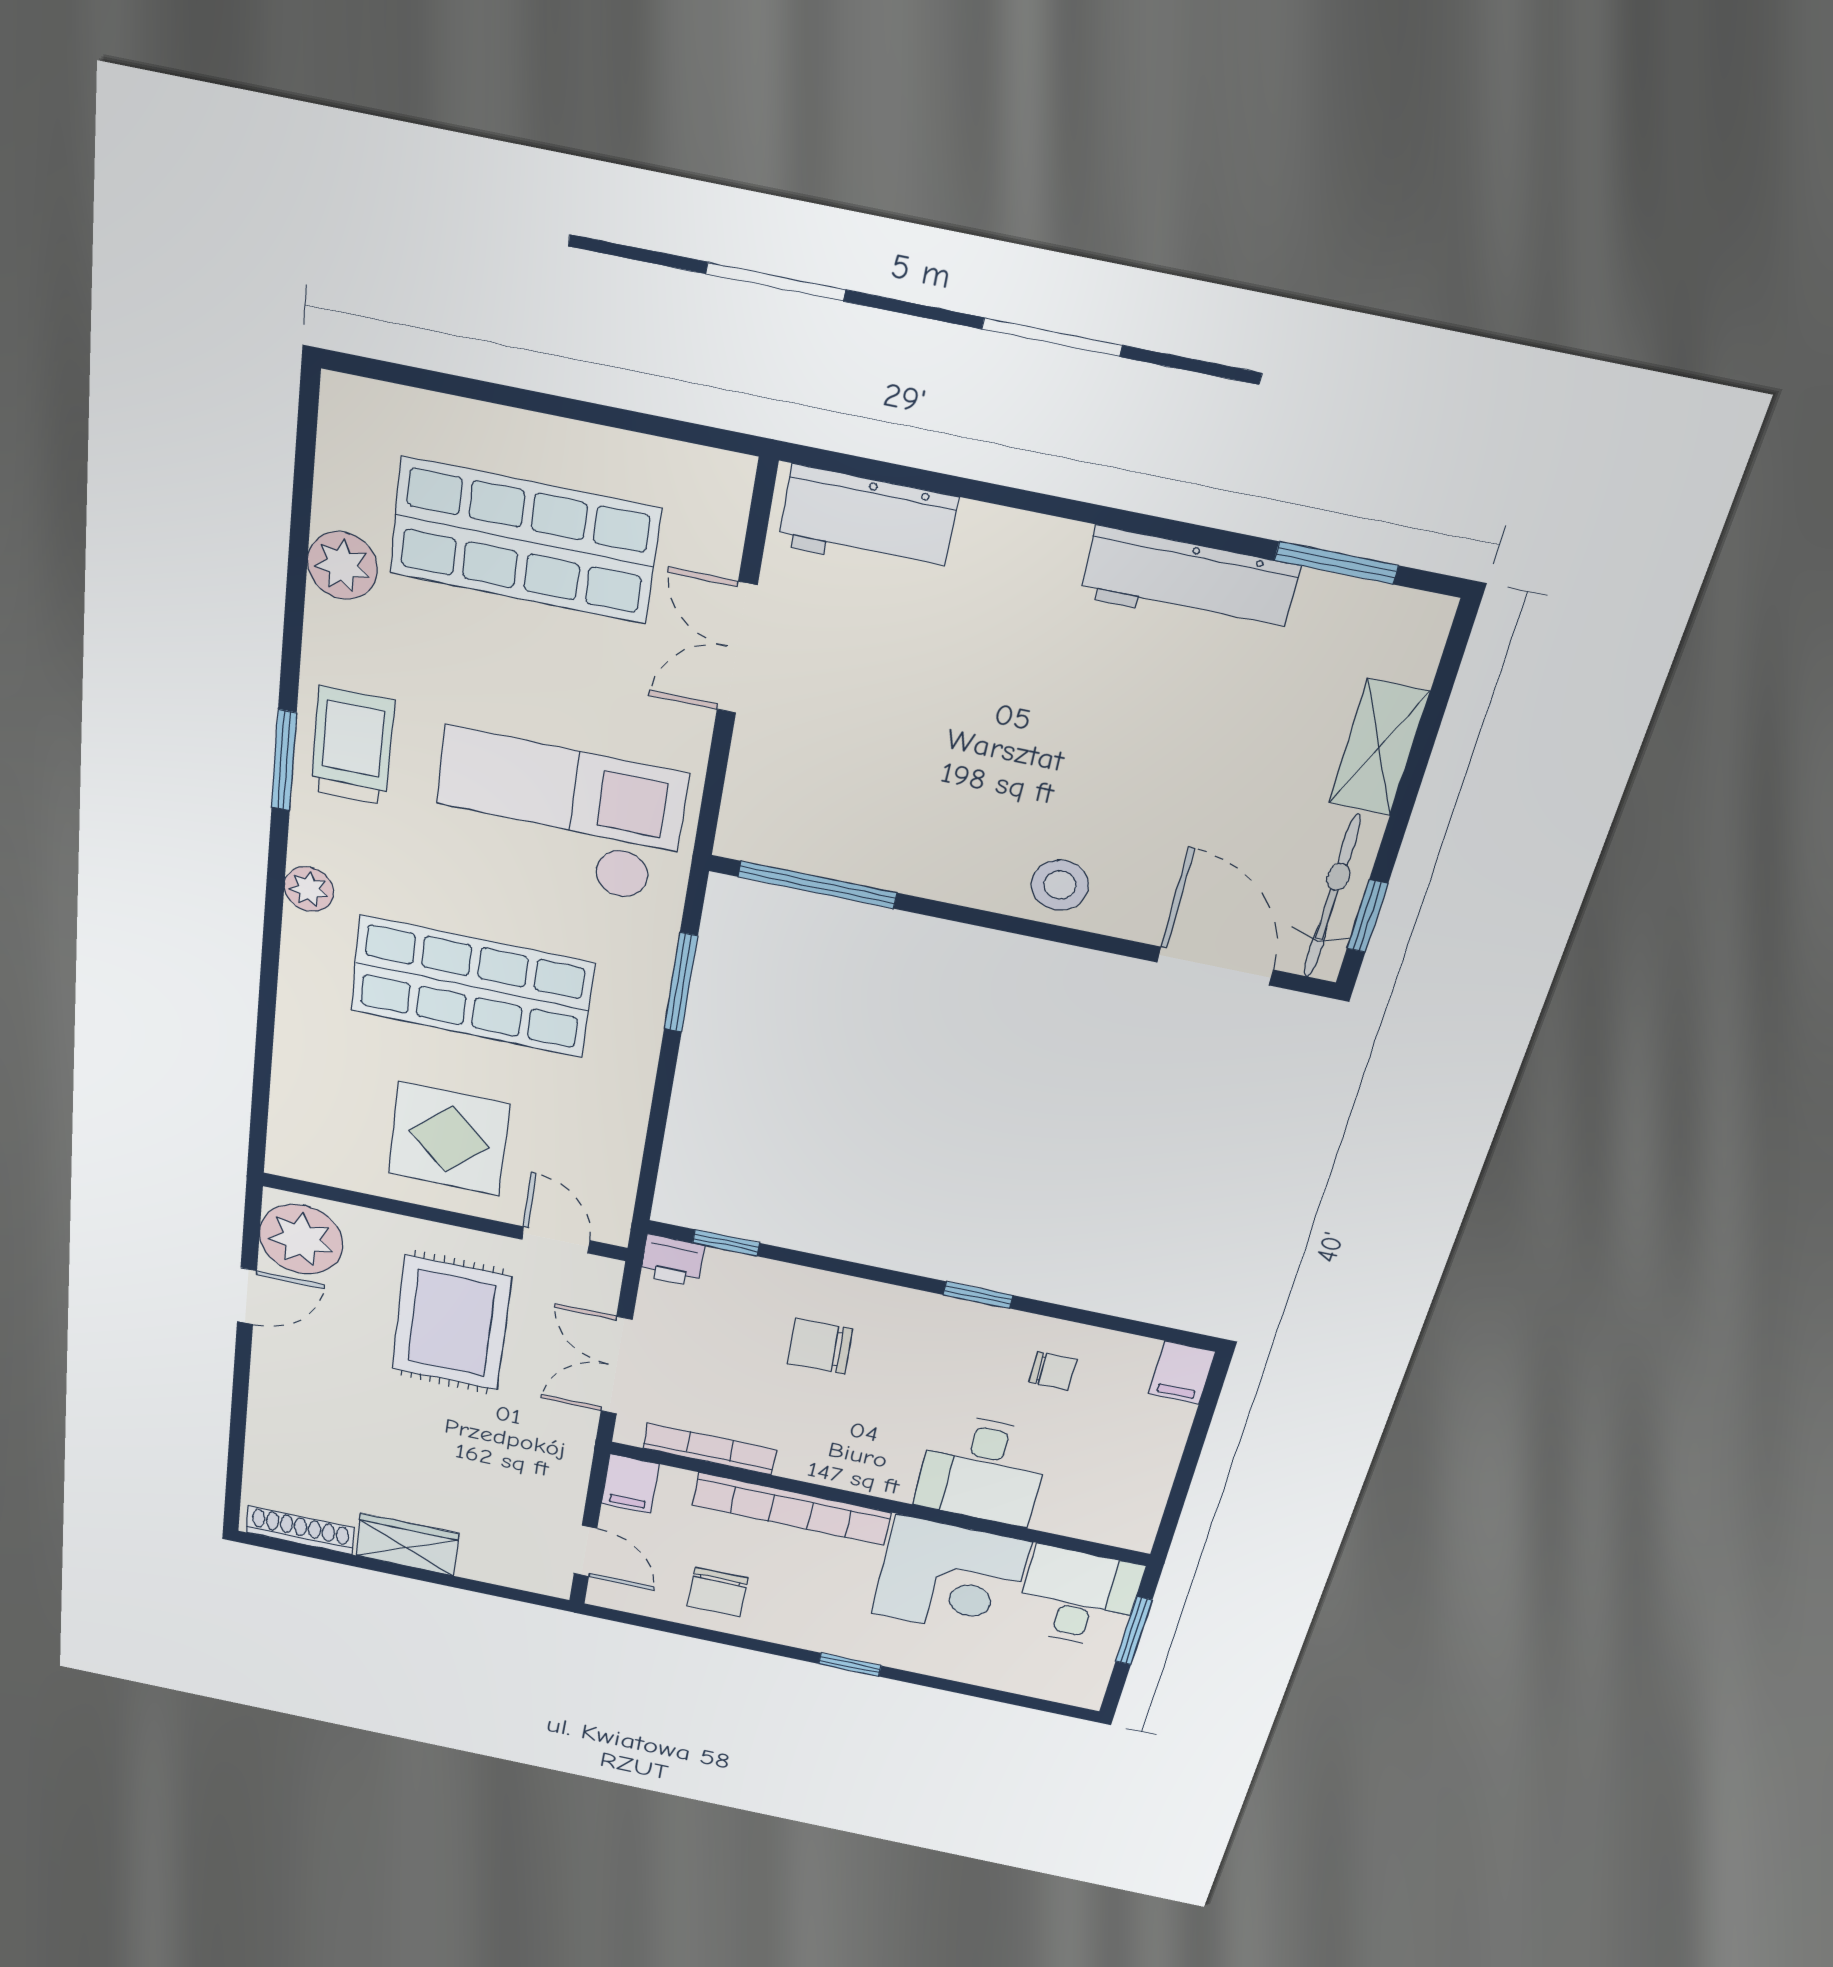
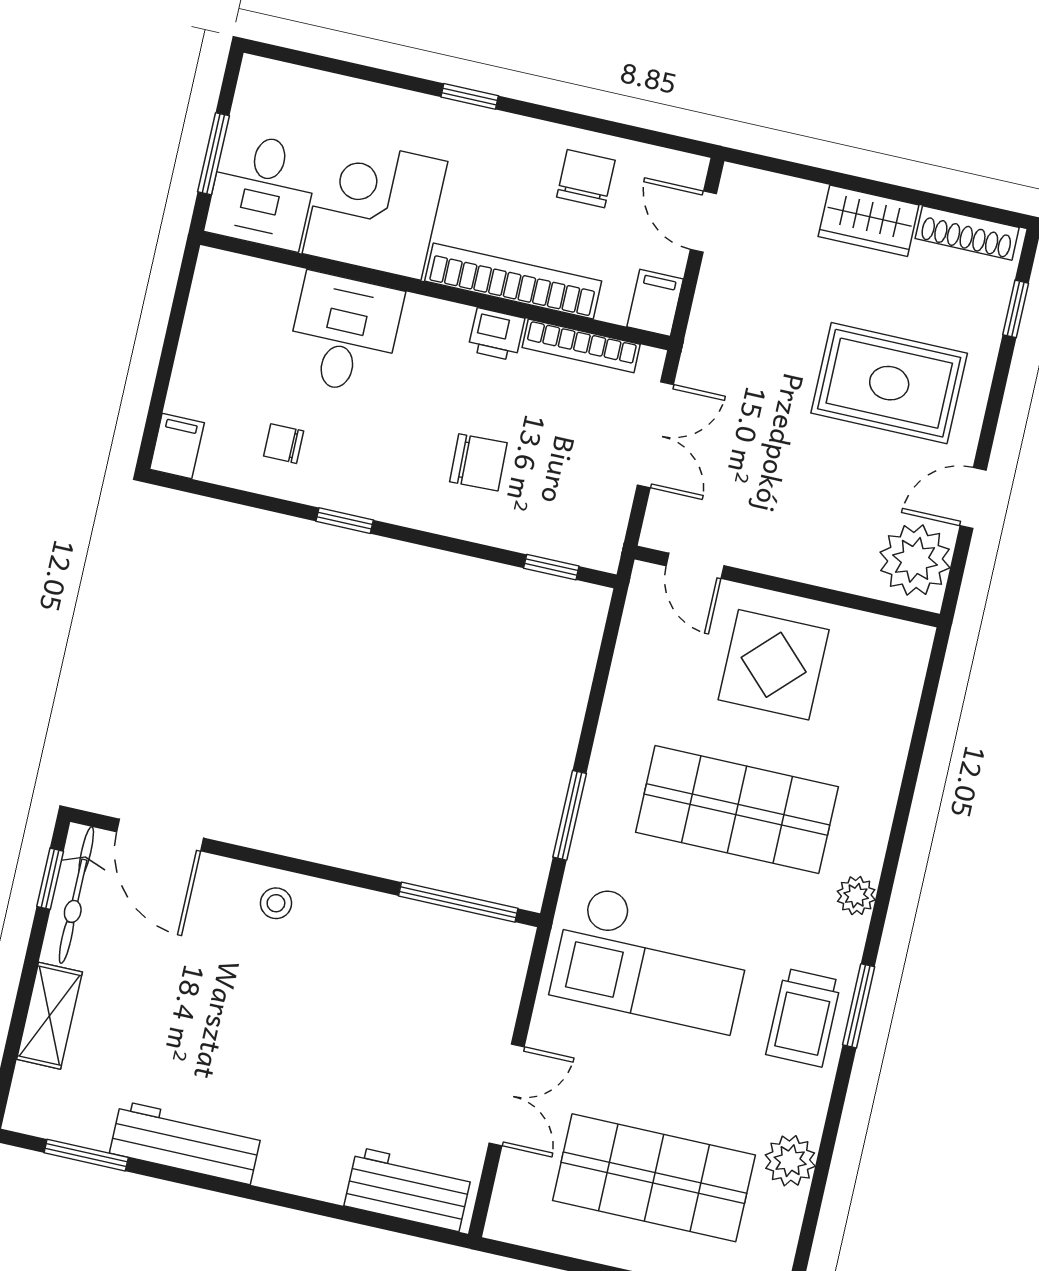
stool: (1060, 885) -> (276, 903), width x0.73, depth x0.73
printer: (672, 1261) -> (496, 334), moved, turned 180
rug: (451, 1323) -> (889, 383), moved, turned 90
window: (235, 1464) -> (1016, 309), added

